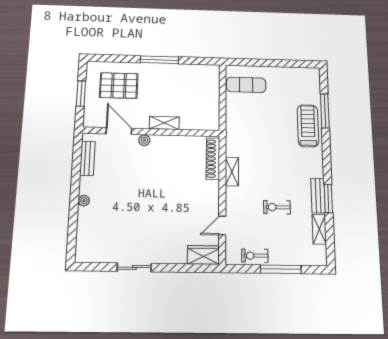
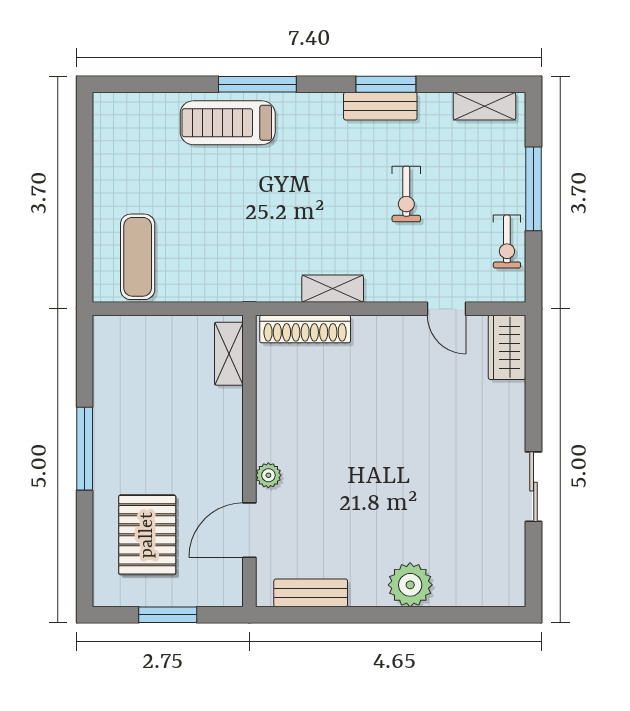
window: (325, 111) -> (257, 84), moved
shelving: (164, 123) -> (229, 354), moved
plant: (84, 201) -> (410, 585), width x1.88, depth x1.88
shelving: (319, 229) -> (484, 106), moved

